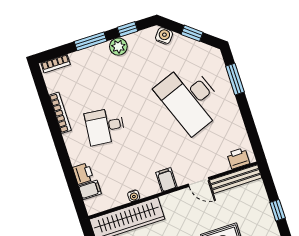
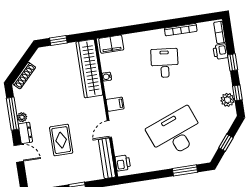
water cooler: (164, 36) -> (228, 120), removed
window: (90, 41) -> (233, 62), width x0.67
plant: (118, 47) -> (228, 100), moved
printer: (83, 173) -> (220, 52), moved, turned 90
filing cabinet: (90, 190) -> (111, 44), width x2.00

